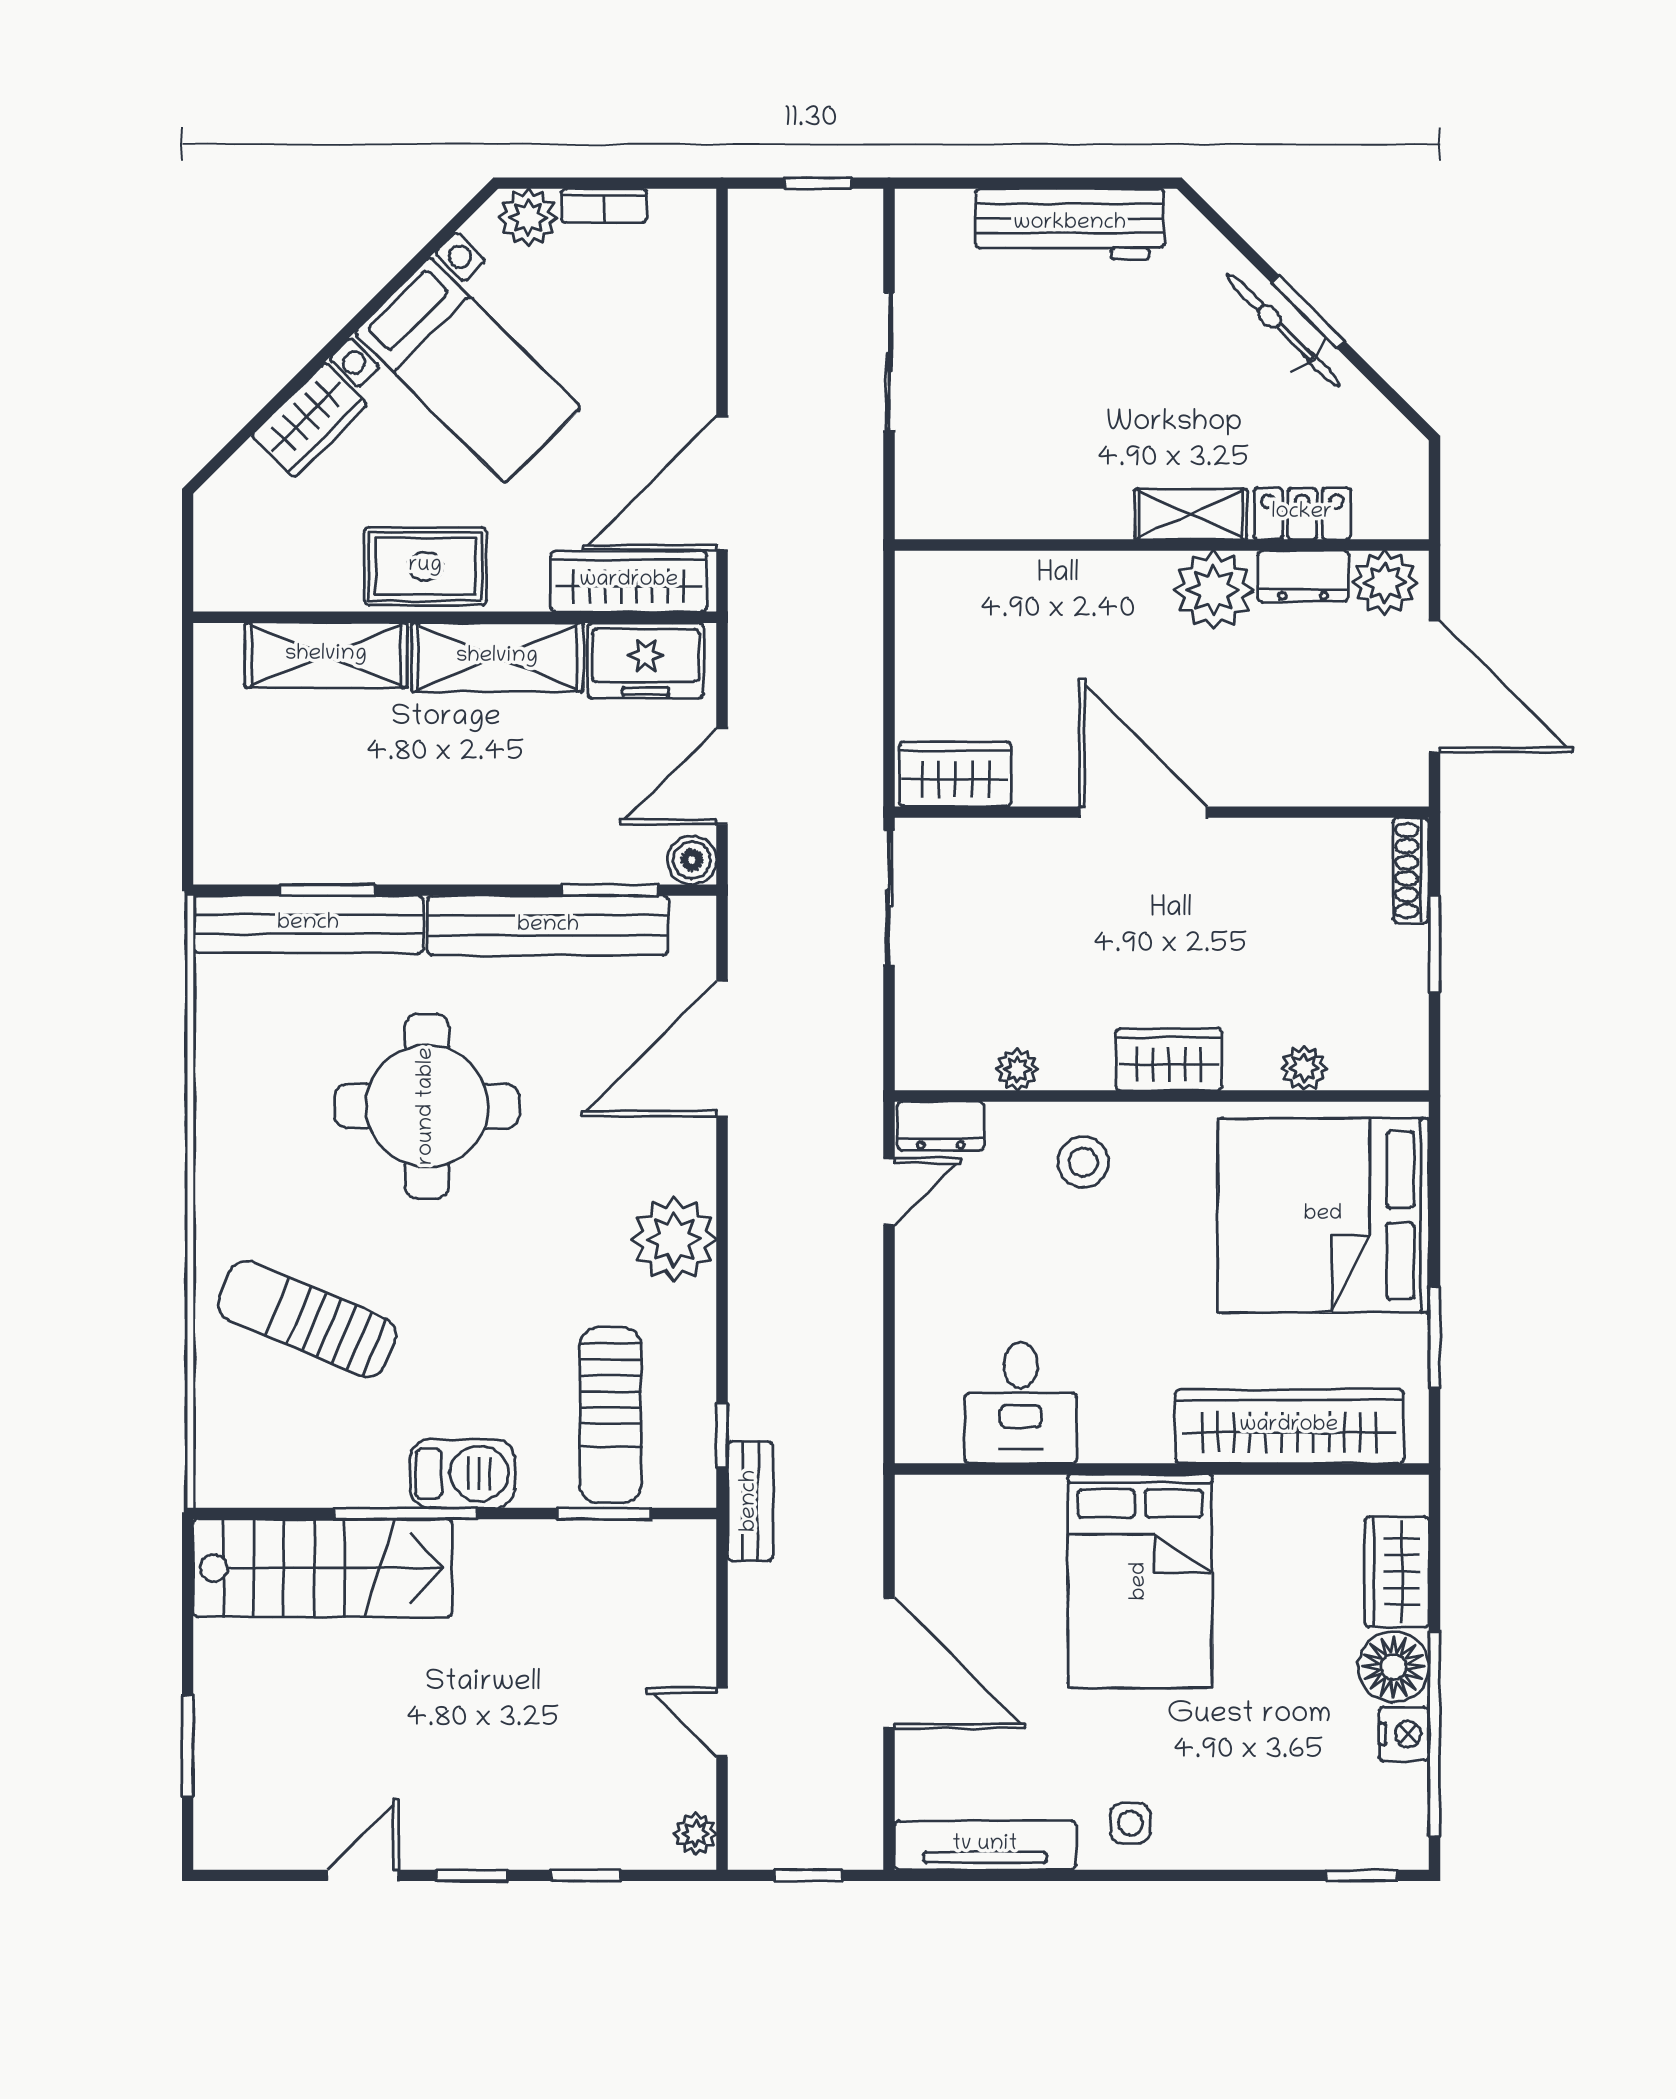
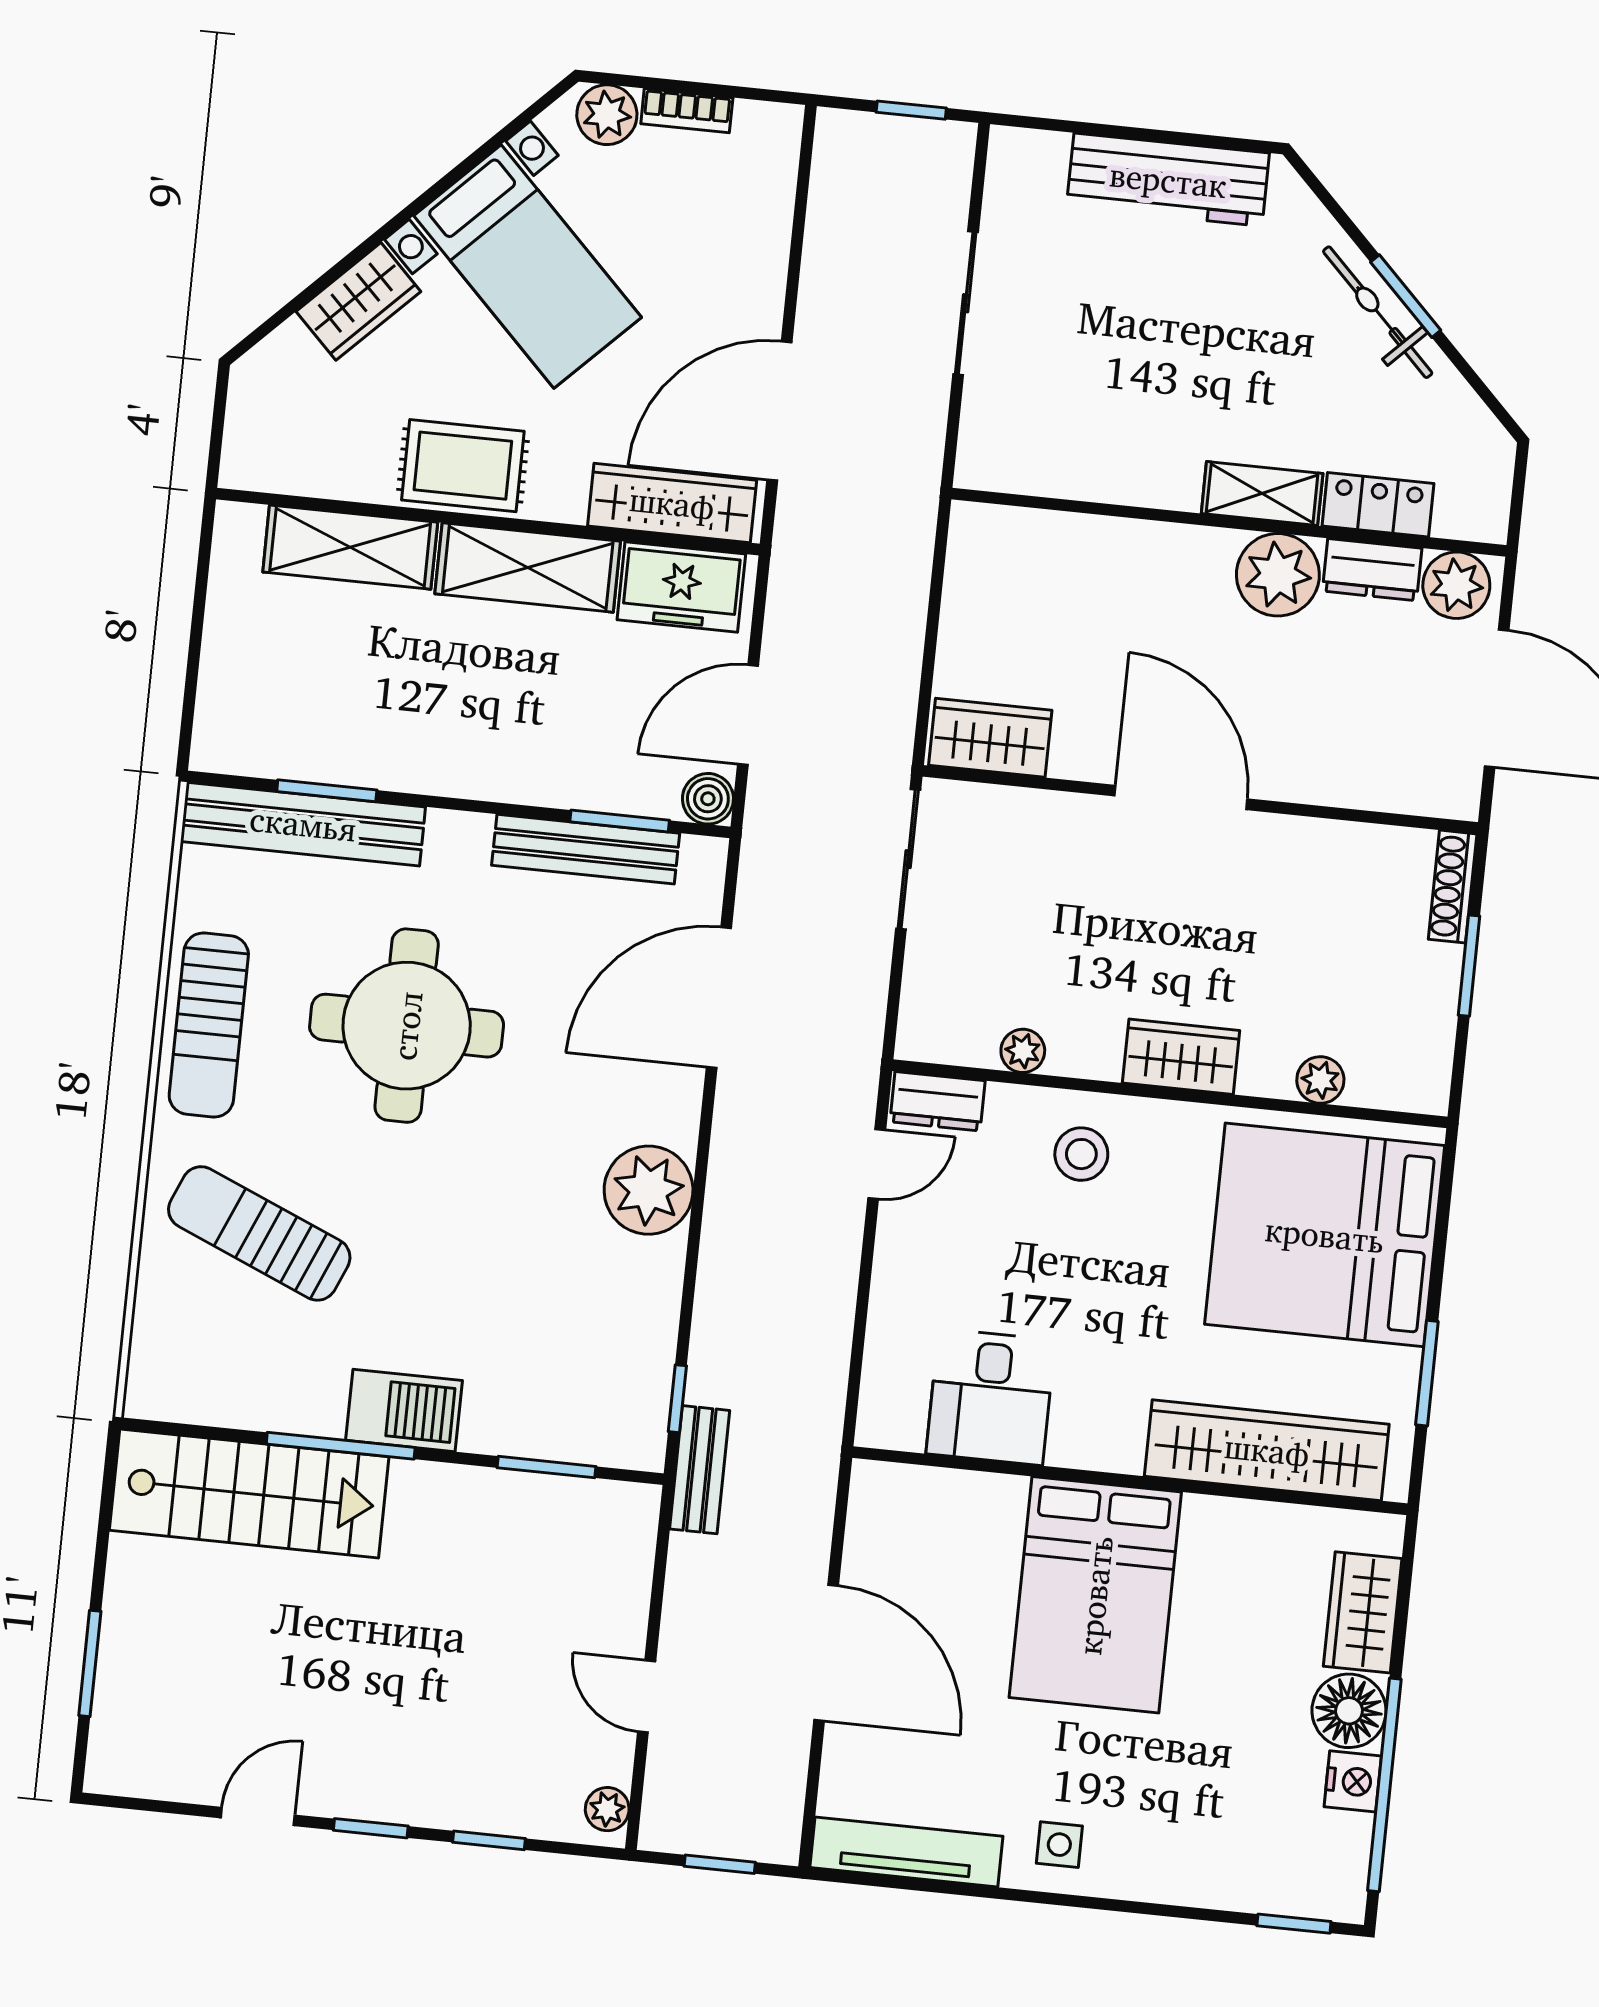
bench: (548, 926) -> (586, 849), width x0.73, depth x0.82
sun lounger: (610, 1415) -> (209, 1025), moved

